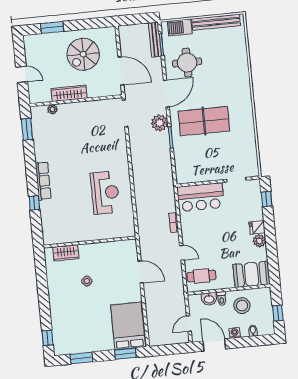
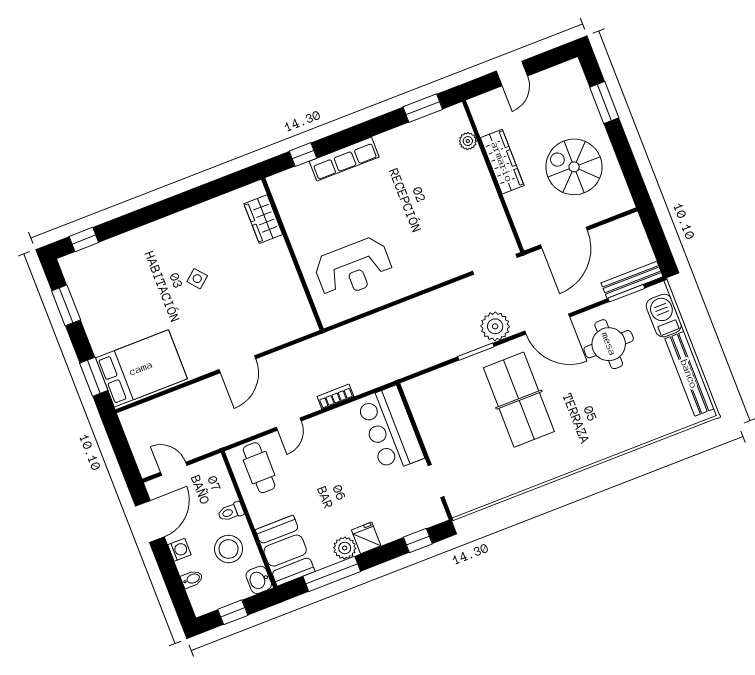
wall: (90, 242) -> (292, 254), moved
window: (272, 252) -> (332, 574), added
wardrobe: (66, 253) -> (263, 219), moved
washbasin: (209, 299) -> (259, 580), moved

